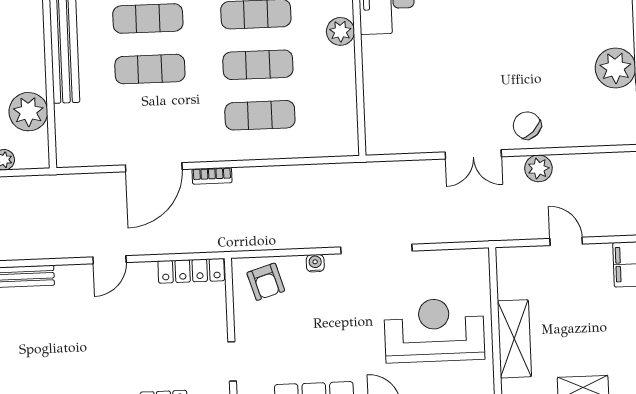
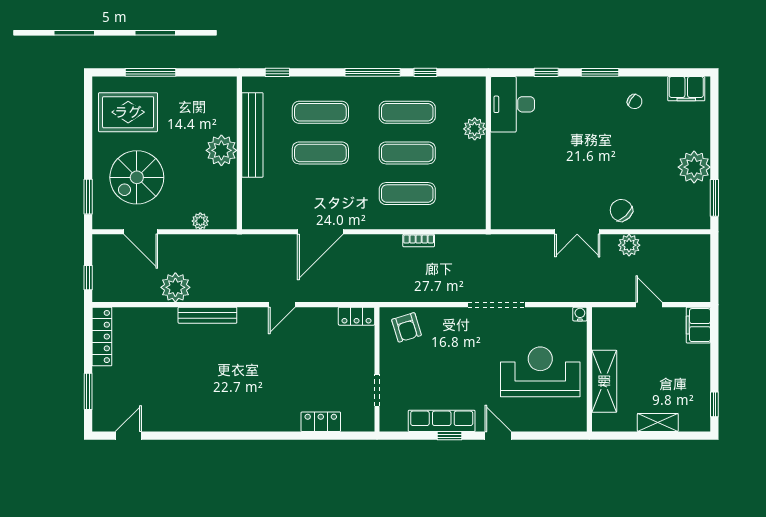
plant: (28, 112) -> (221, 150), moved
bookcase: (212, 176) -> (419, 241), moved
water cooler: (315, 263) -> (580, 314), moved
locker: (191, 271) -> (357, 316), width x0.66

